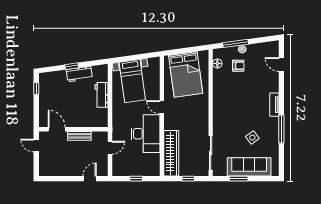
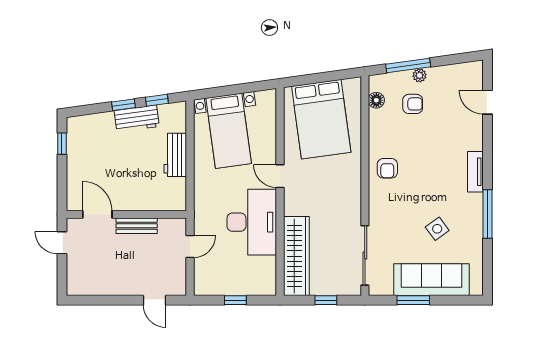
window: (91, 63) -> (157, 100), added
armchair: (224, 103) -> (387, 168), added
door: (90, 179) -> (154, 300), swing flipped

